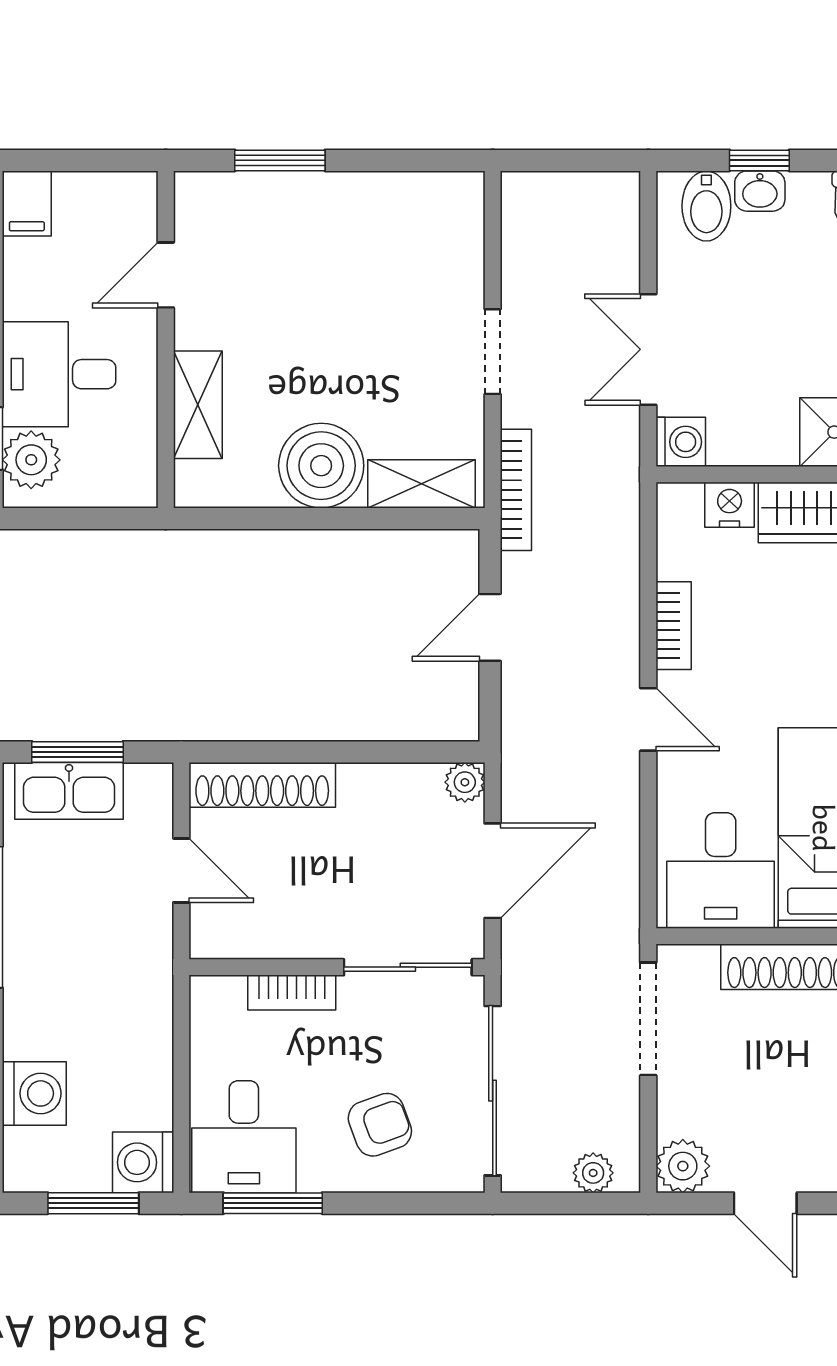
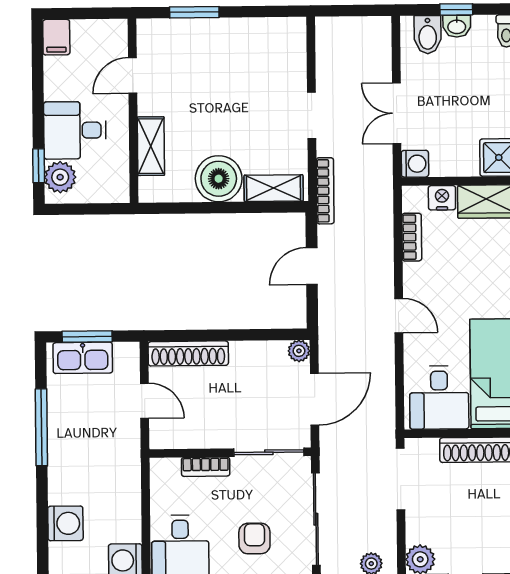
bookcase: (674, 626) -> (412, 237), moved
armchair: (380, 1125) -> (254, 538), turned -70

